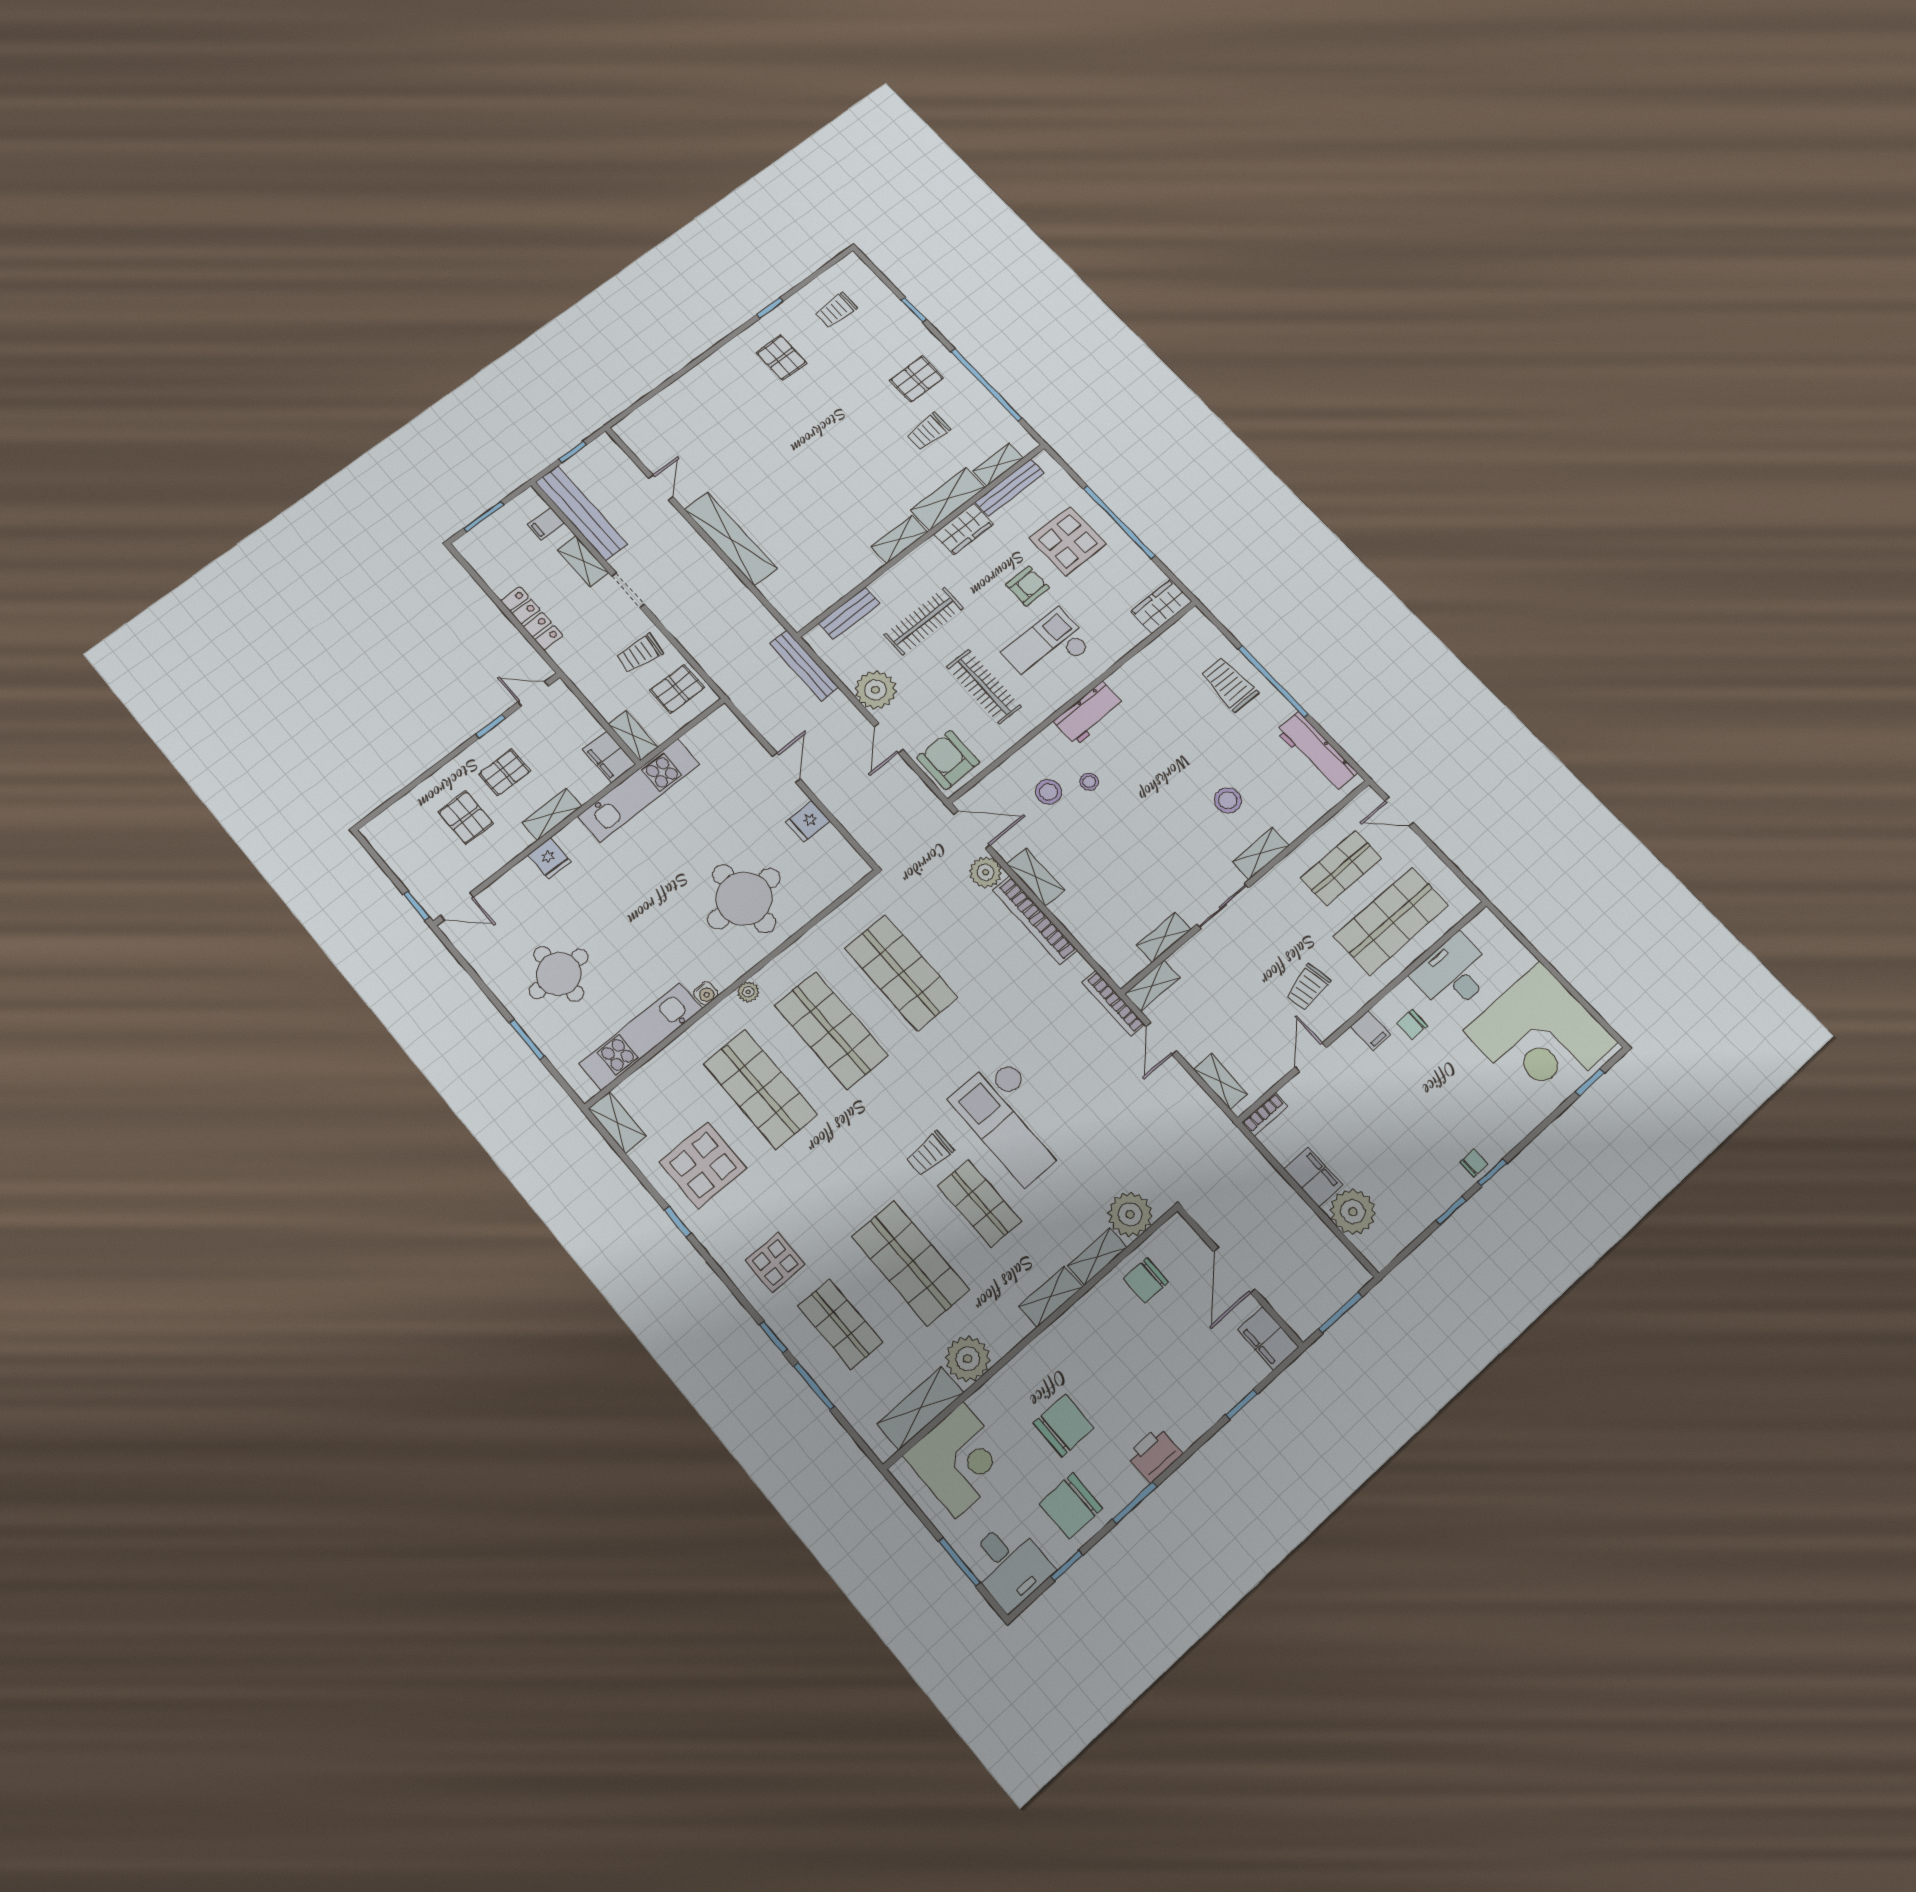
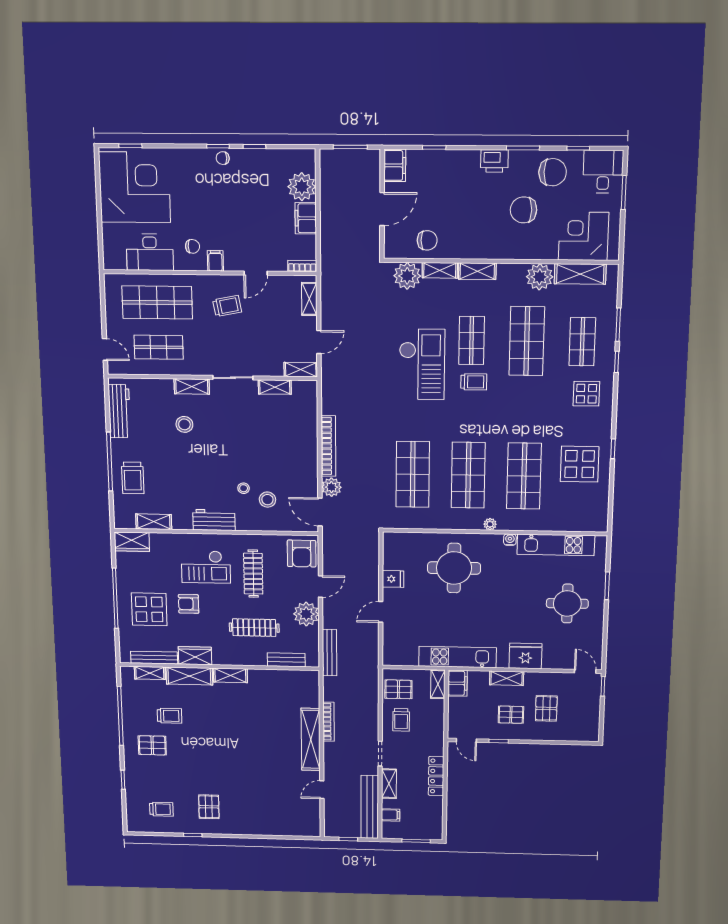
trolley: (640, 653) -> (401, 720), turned 83
fridge: (549, 858) -> (525, 656), width x1.88, depth x1.34
shelving: (1036, 877) -> (154, 522), moved, turned 90
bookcase: (1114, 1004) -> (329, 722), moved
shelving: (617, 1123) -> (600, 515), removed

